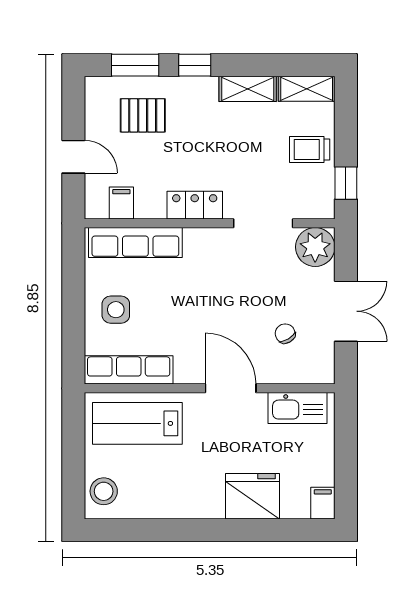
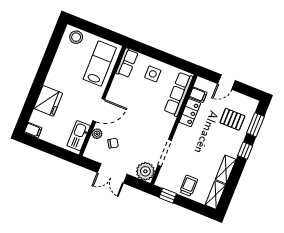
pallet: (143, 115) -> (232, 119), turned 90
locker: (195, 205) -> (190, 113), moved
row of seats: (129, 370) -> (127, 63), width x0.68
plant: (279, 373) -> (97, 134), added

